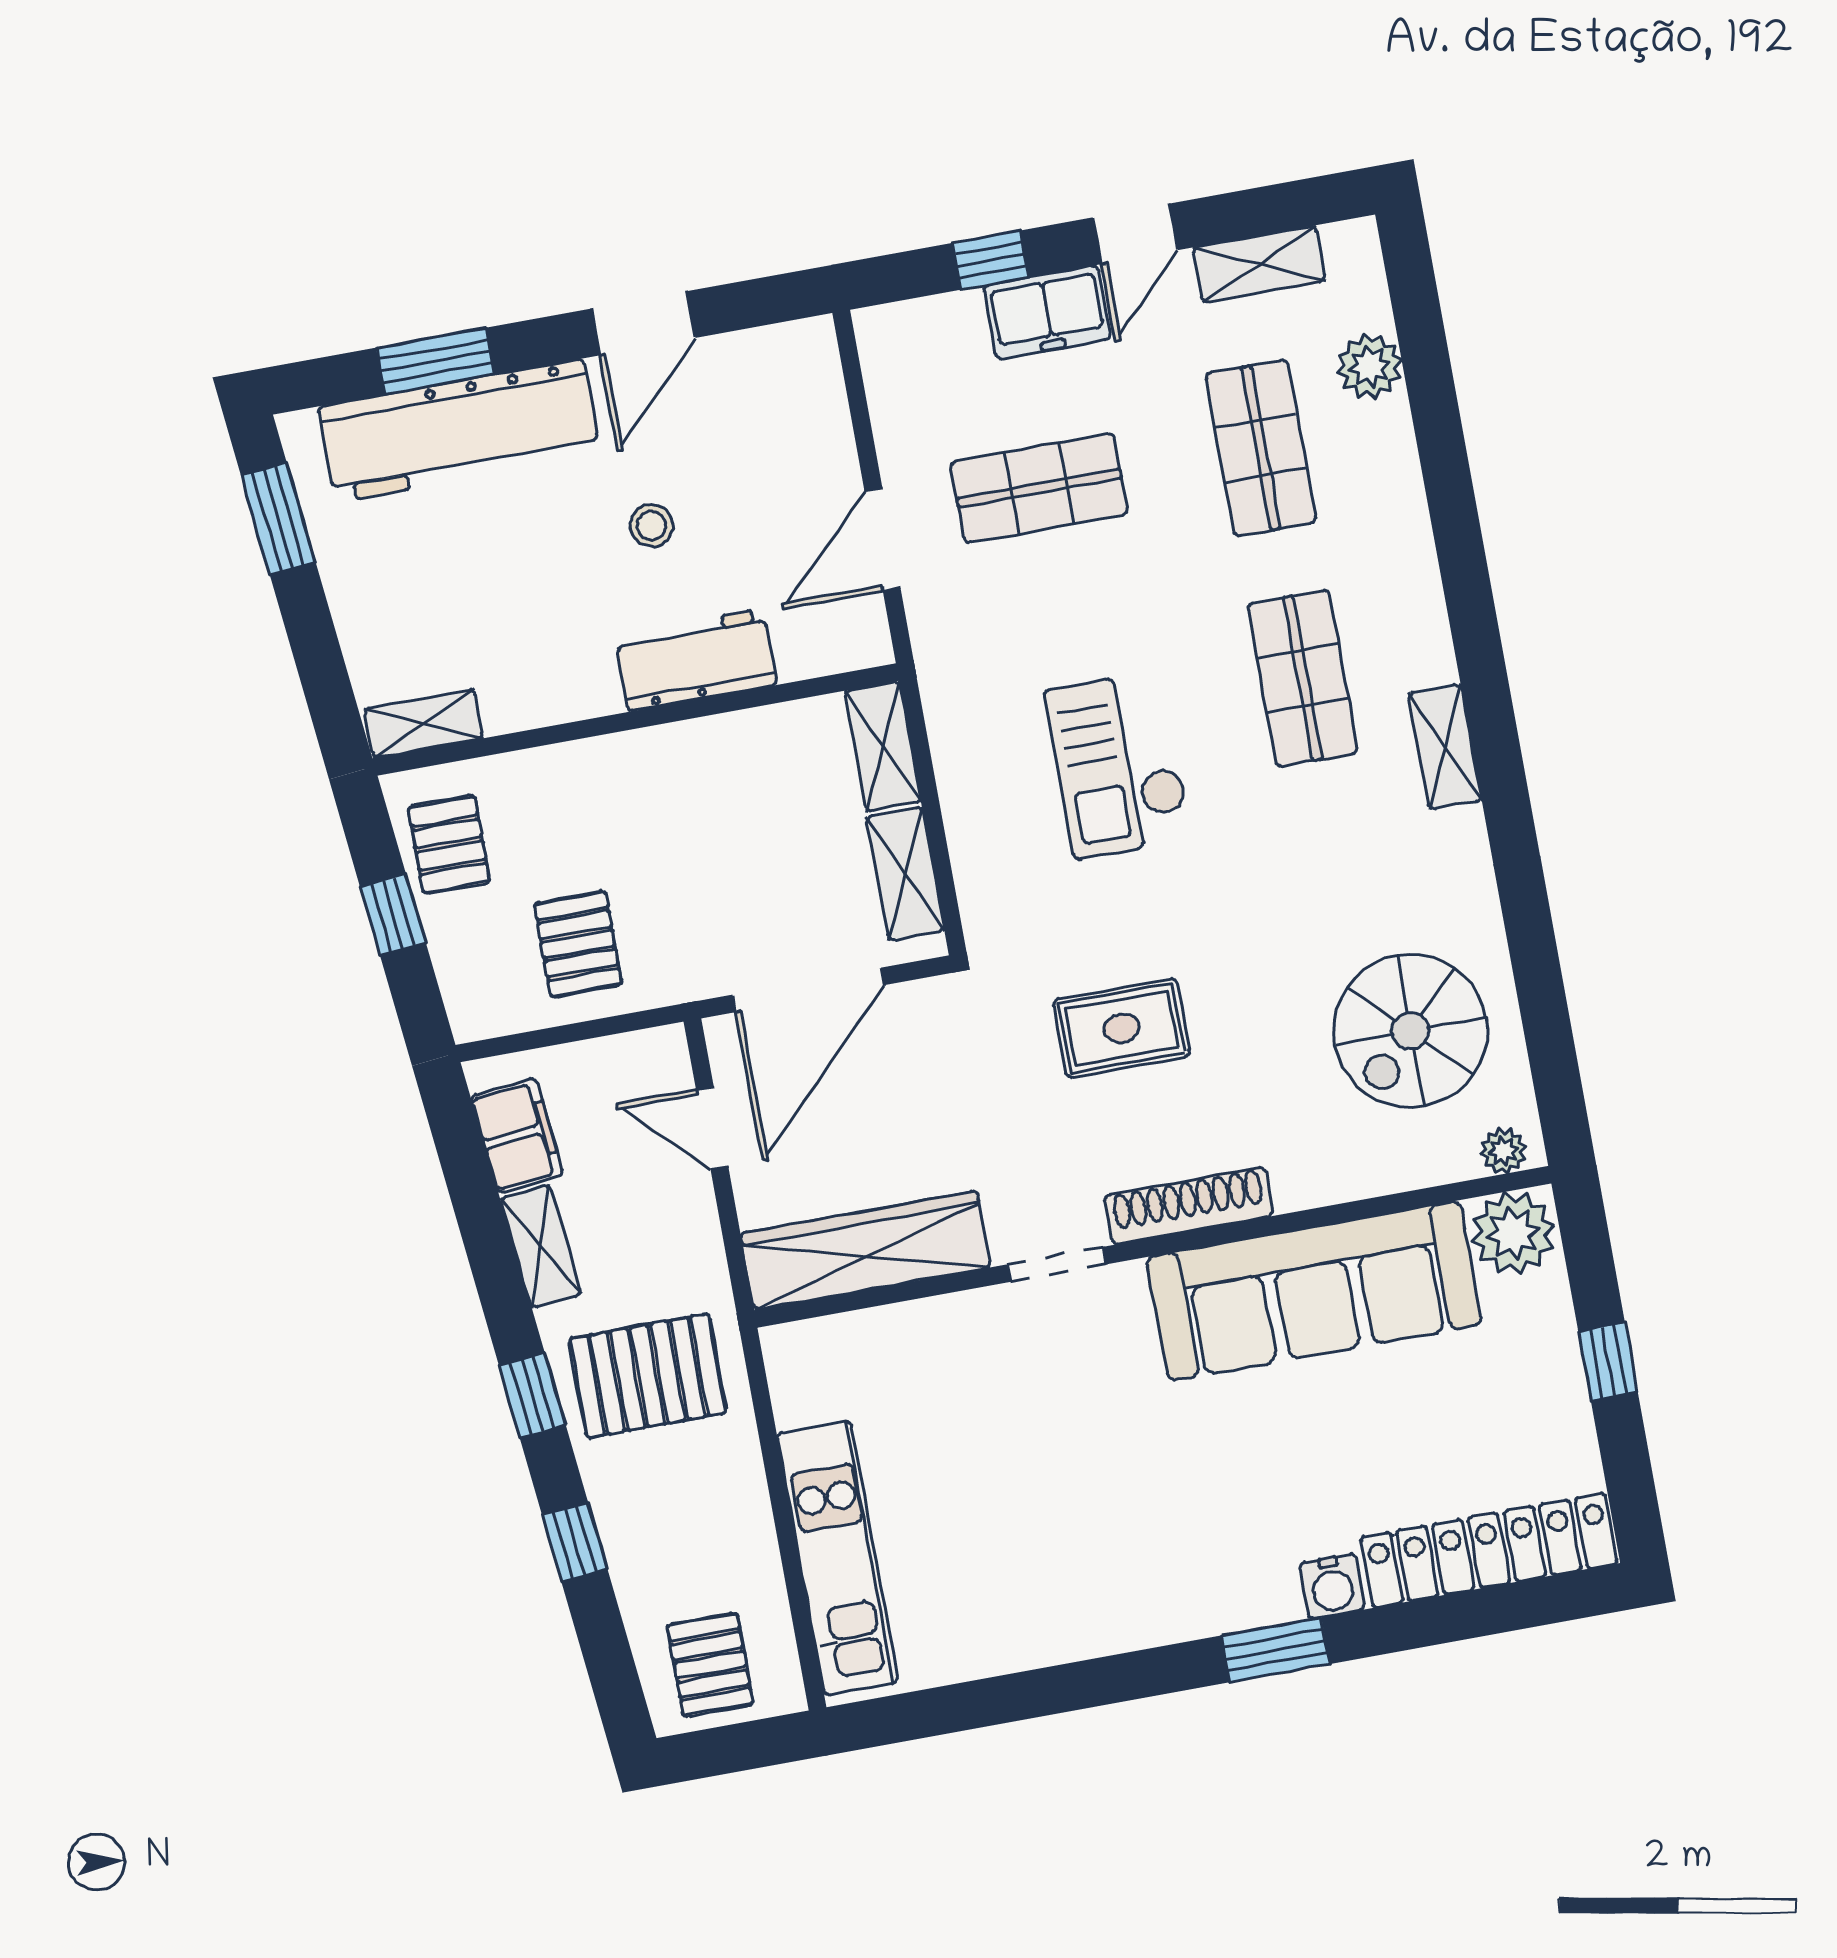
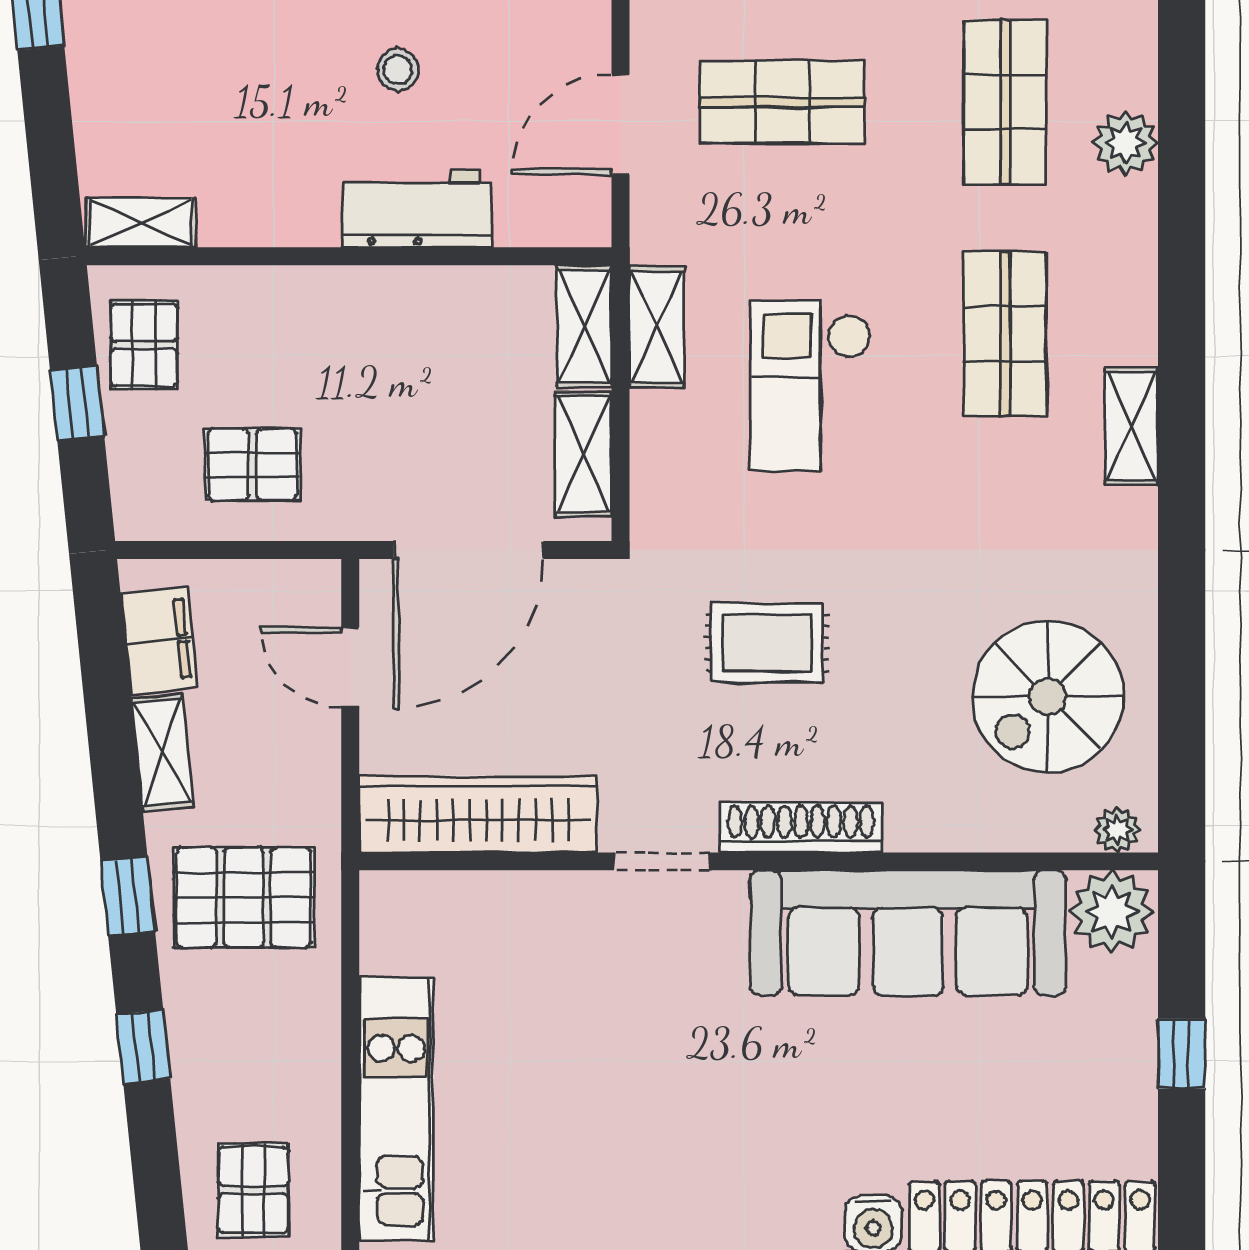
plant: (1370, 366) -> (1126, 143), moved
shelving: (955, 734) -> (657, 327), added
pallet: (578, 944) -> (252, 465), turned 90

